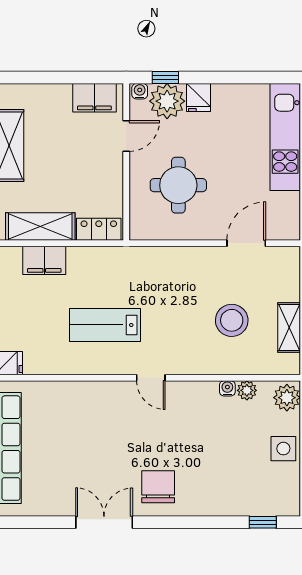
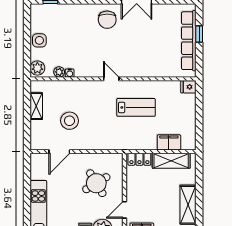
round table: (178, 185) -> (96, 183), turned -31
stool: (232, 320) -> (70, 121), moved

